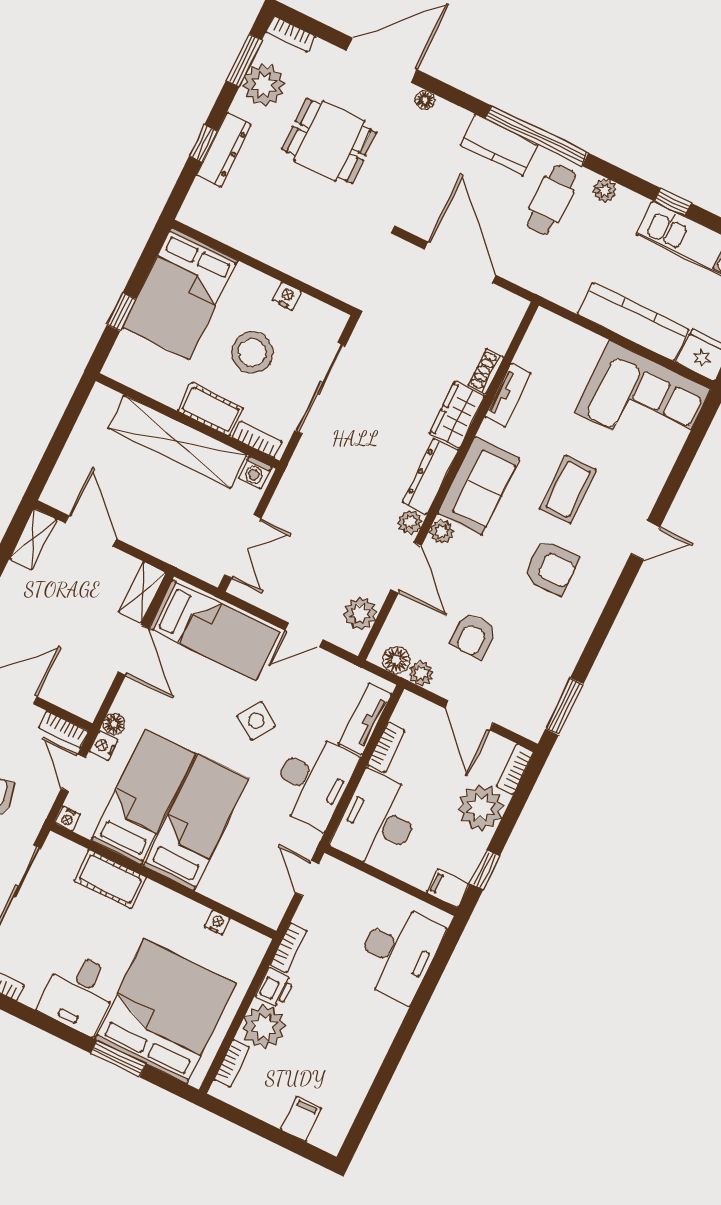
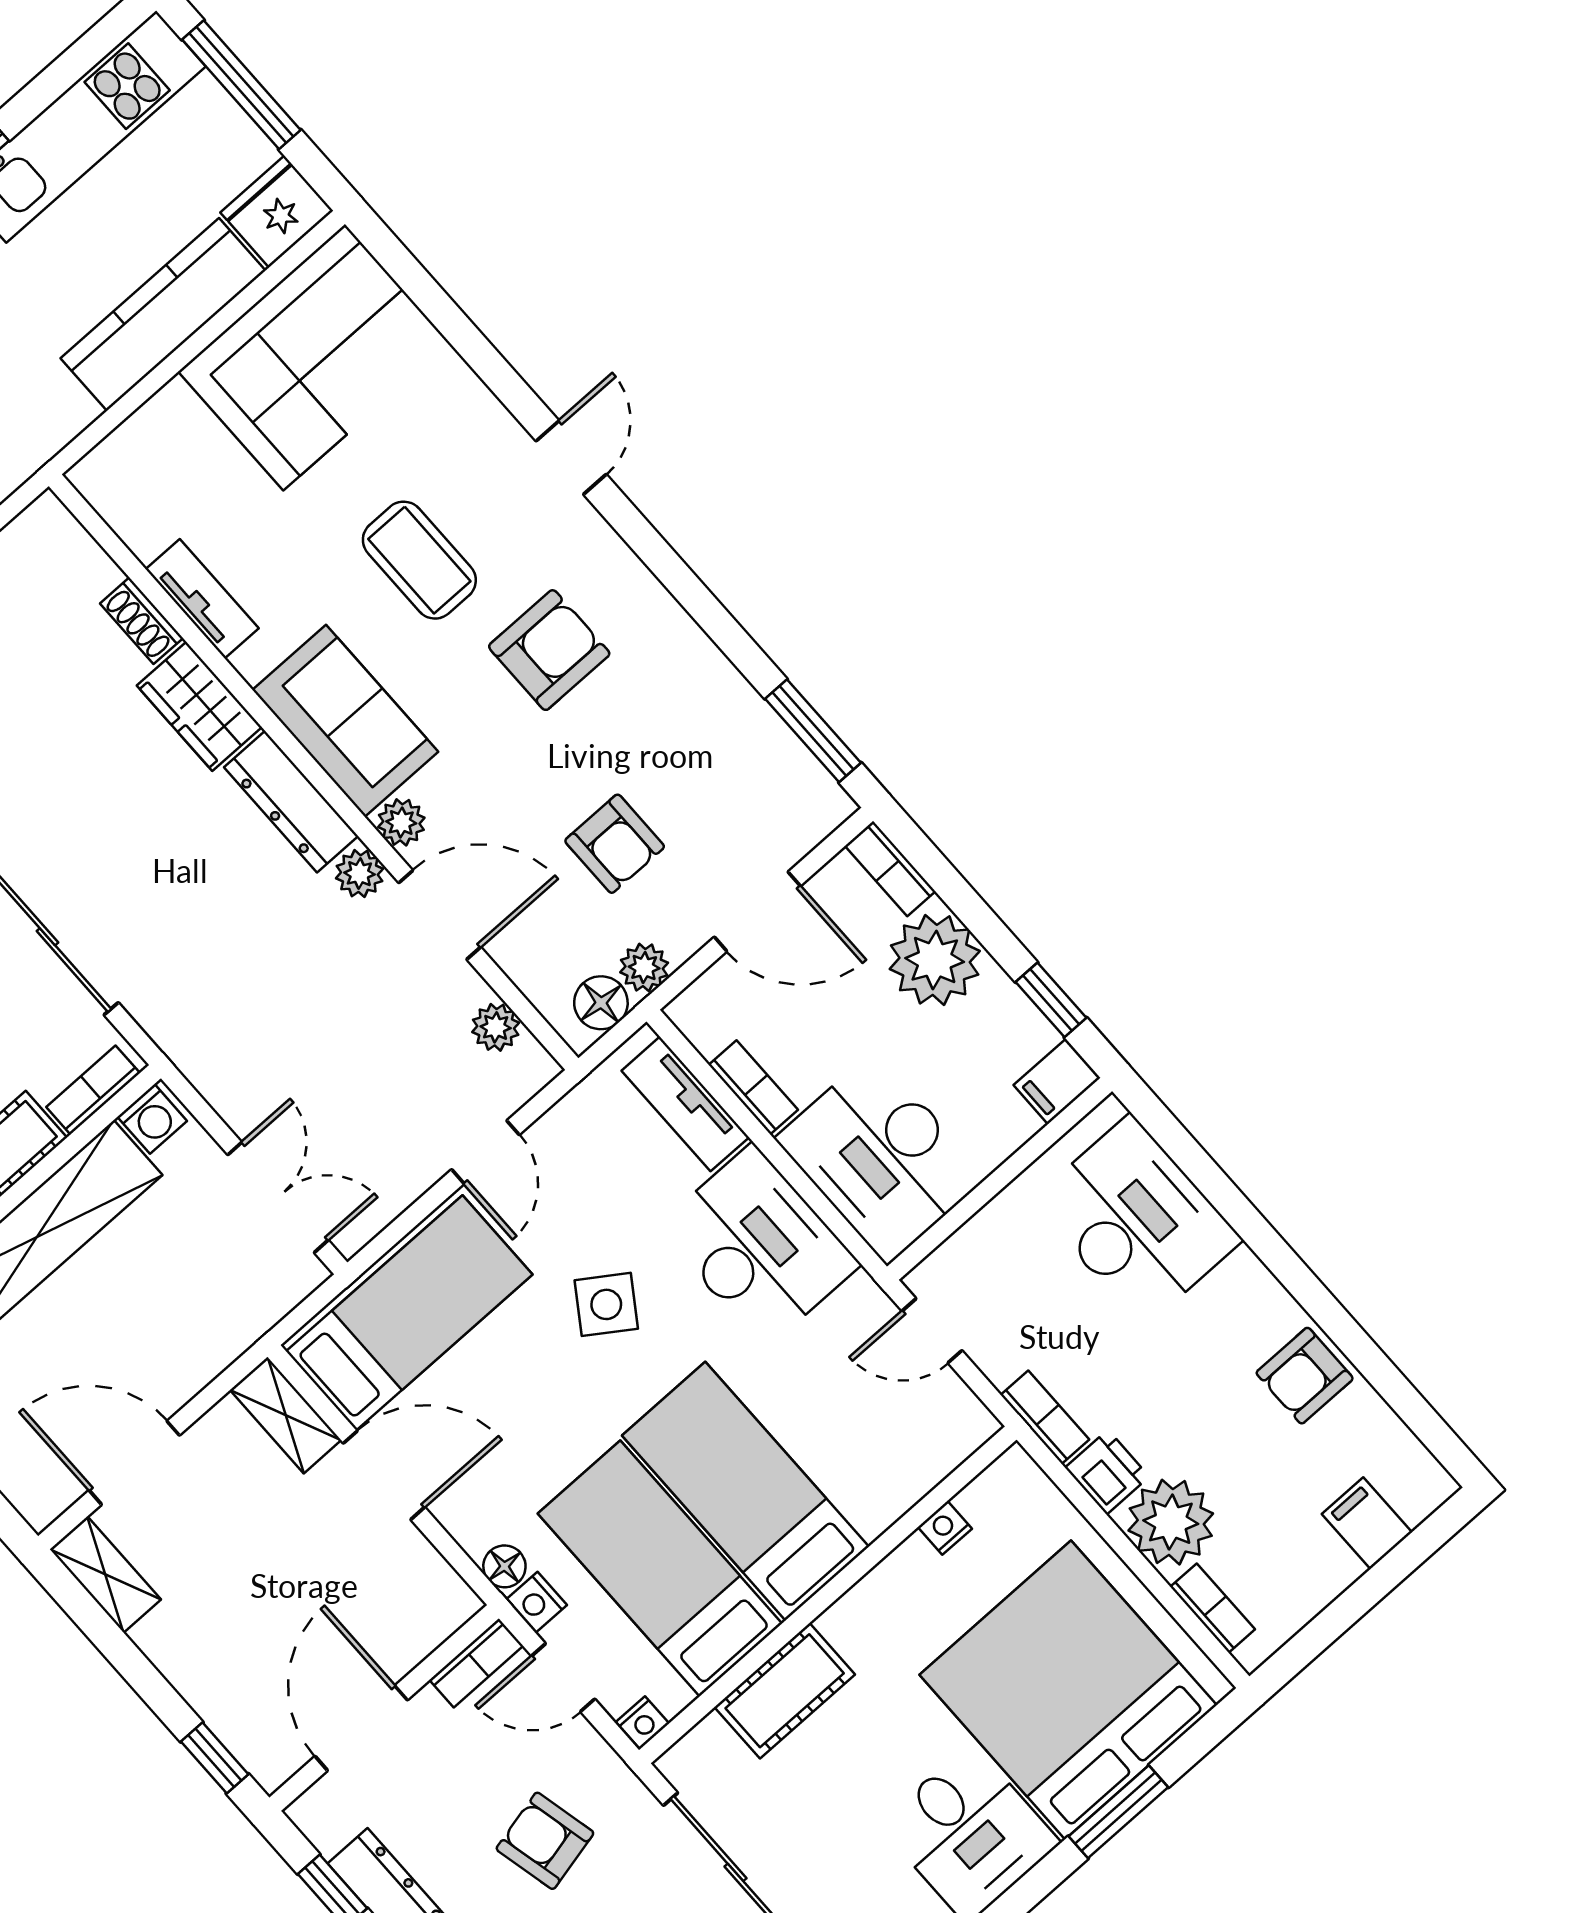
plant: (360, 613) -> (496, 1027), width x0.73, depth x0.73
armchair: (358, 1061) -> (1305, 1376), added

